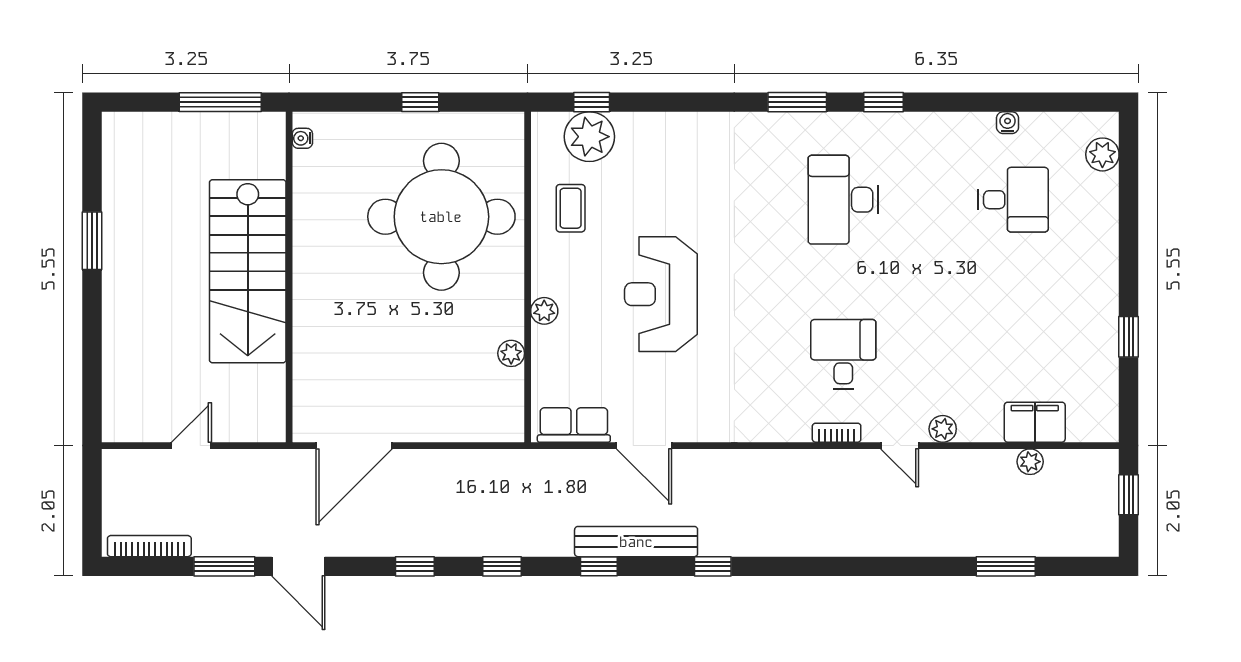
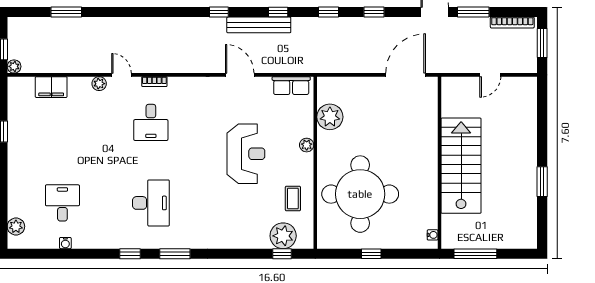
desk: (1013, 200) -> (62, 203), turned 90
plant: (511, 353) -> (330, 117), width x1.88, depth x1.88
door: (644, 446) -> (240, 75), moved
plant: (1030, 462) -> (14, 66), moved
window: (92, 507) -> (542, 43), added

